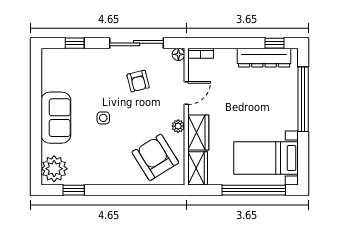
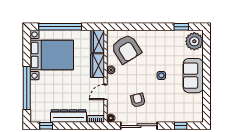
dresser: (264, 58) -> (69, 116), moved
bed with nightstands: (266, 158) -> (52, 55), width x1.36

